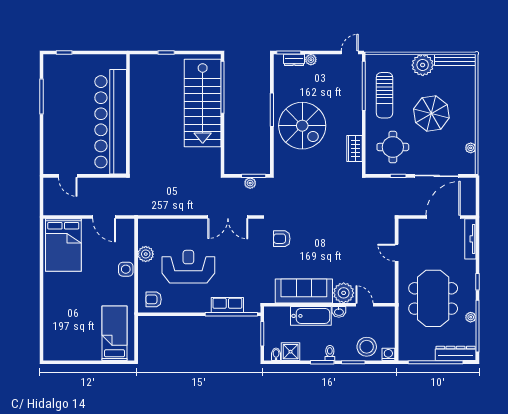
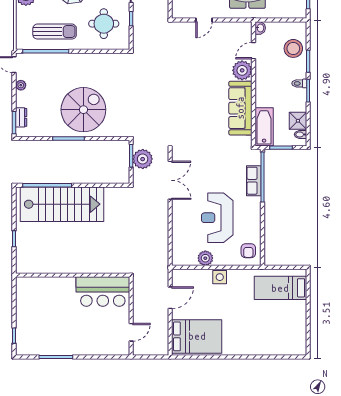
plant: (311, 60) -> (21, 85), moved
bar counter: (111, 122) -> (103, 292), width x0.54
wardrobe: (354, 149) -> (105, 60), removed
plant: (250, 183) -> (143, 159), width x1.87, depth x1.87
armchair: (282, 239) -> (191, 129), removed
washbasin: (339, 312) -> (260, 28), moved
bathtub: (311, 316) -> (264, 127), moved
washing machine: (388, 354) -> (301, 28), removed

